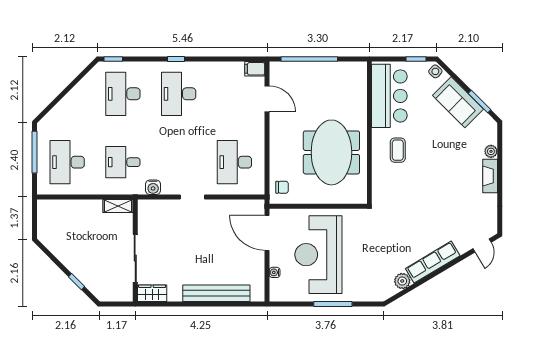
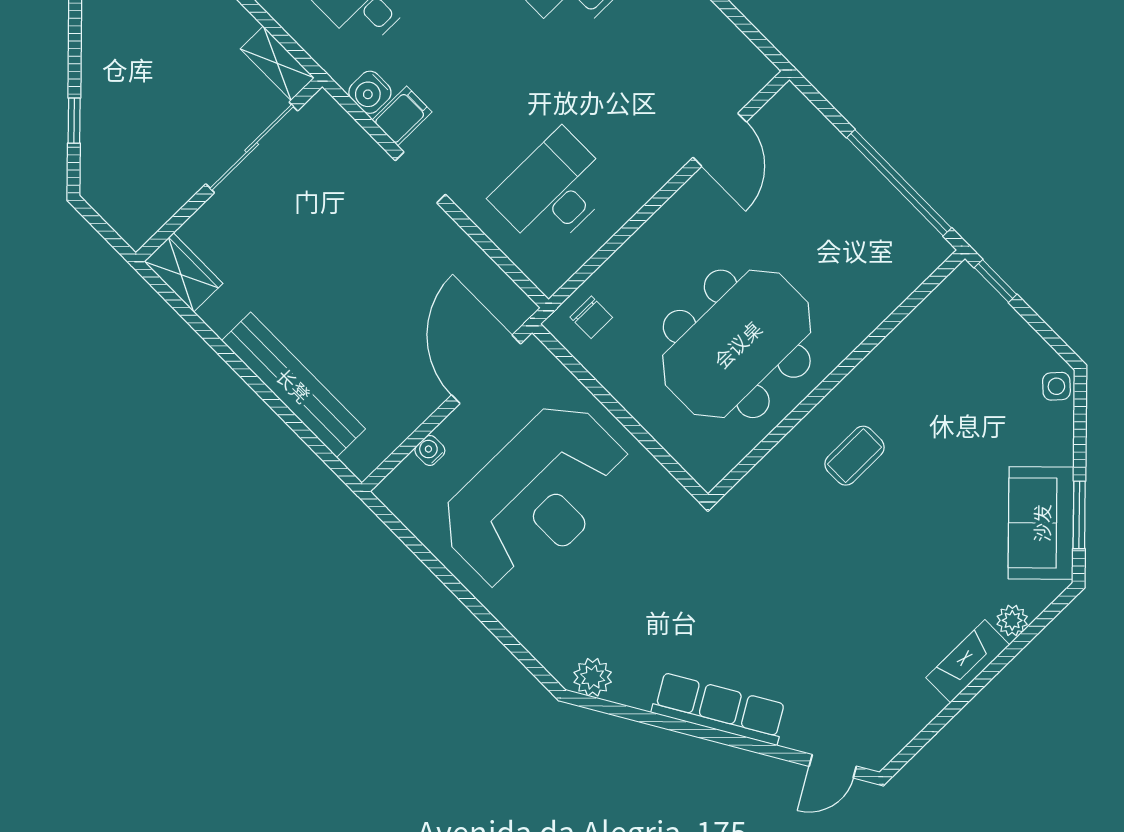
window: (309, 59) -> (899, 183), moved
window: (416, 59) -> (996, 281), moved
filing cabinet: (255, 69) -> (402, 116), moved, turned 90
bar counter: (389, 96) -> (935, 348), removed
sofa: (458, 102) -> (1041, 523), moved
reception desk: (318, 255) -> (536, 496), turned 180
sliding door: (135, 258) -> (252, 147), moved
plant: (402, 281) -> (593, 677), moved
window: (333, 304) -> (475, 606), removed

